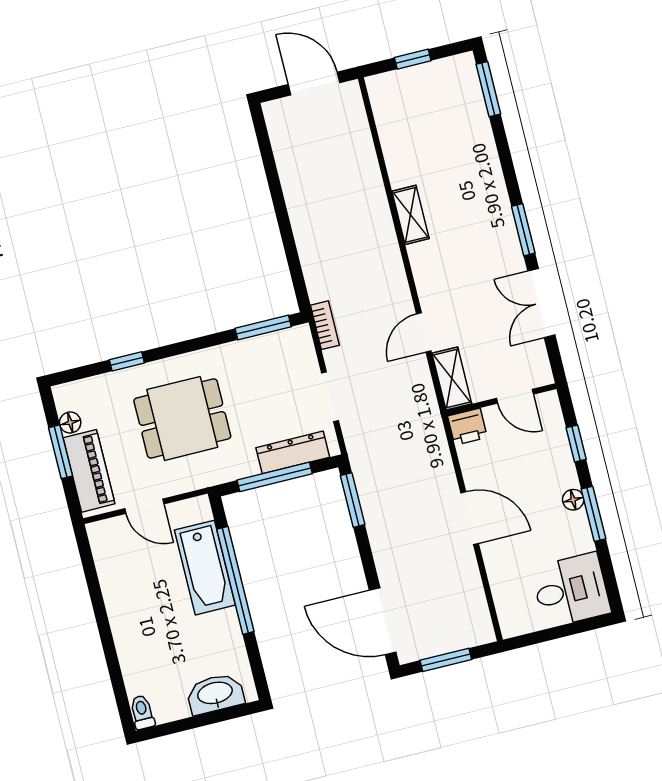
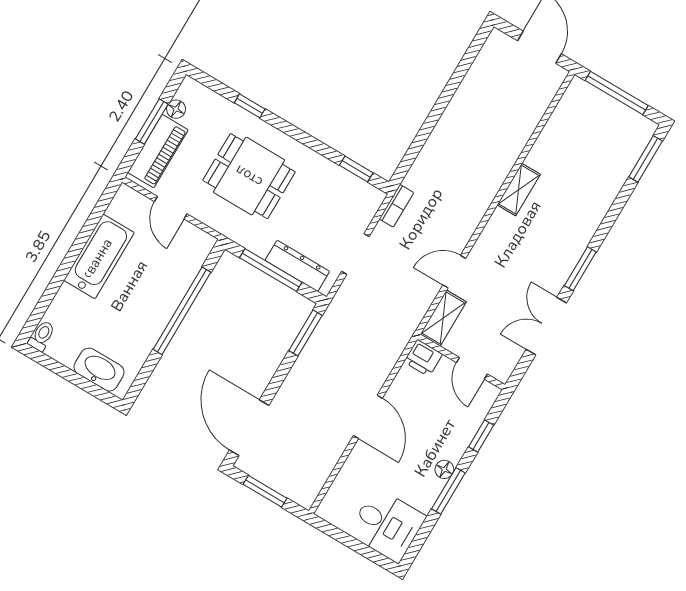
window: (413, 59) -> (617, 93), width x2.17
window: (263, 328) -> (356, 169), width x0.67
bathtub: (205, 568) -> (99, 256), moved, turned 180

